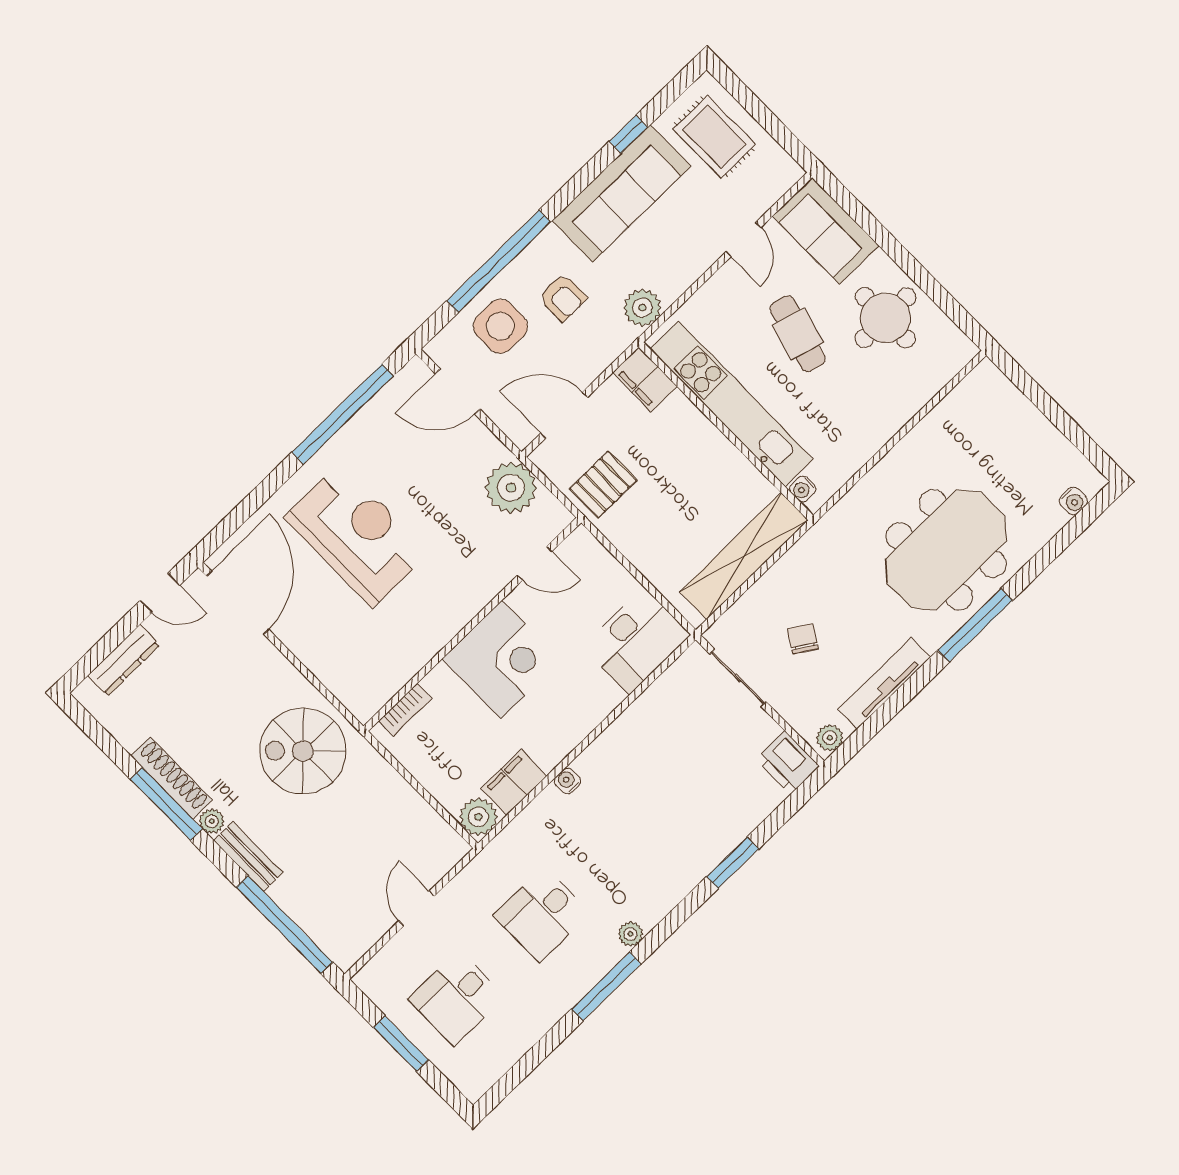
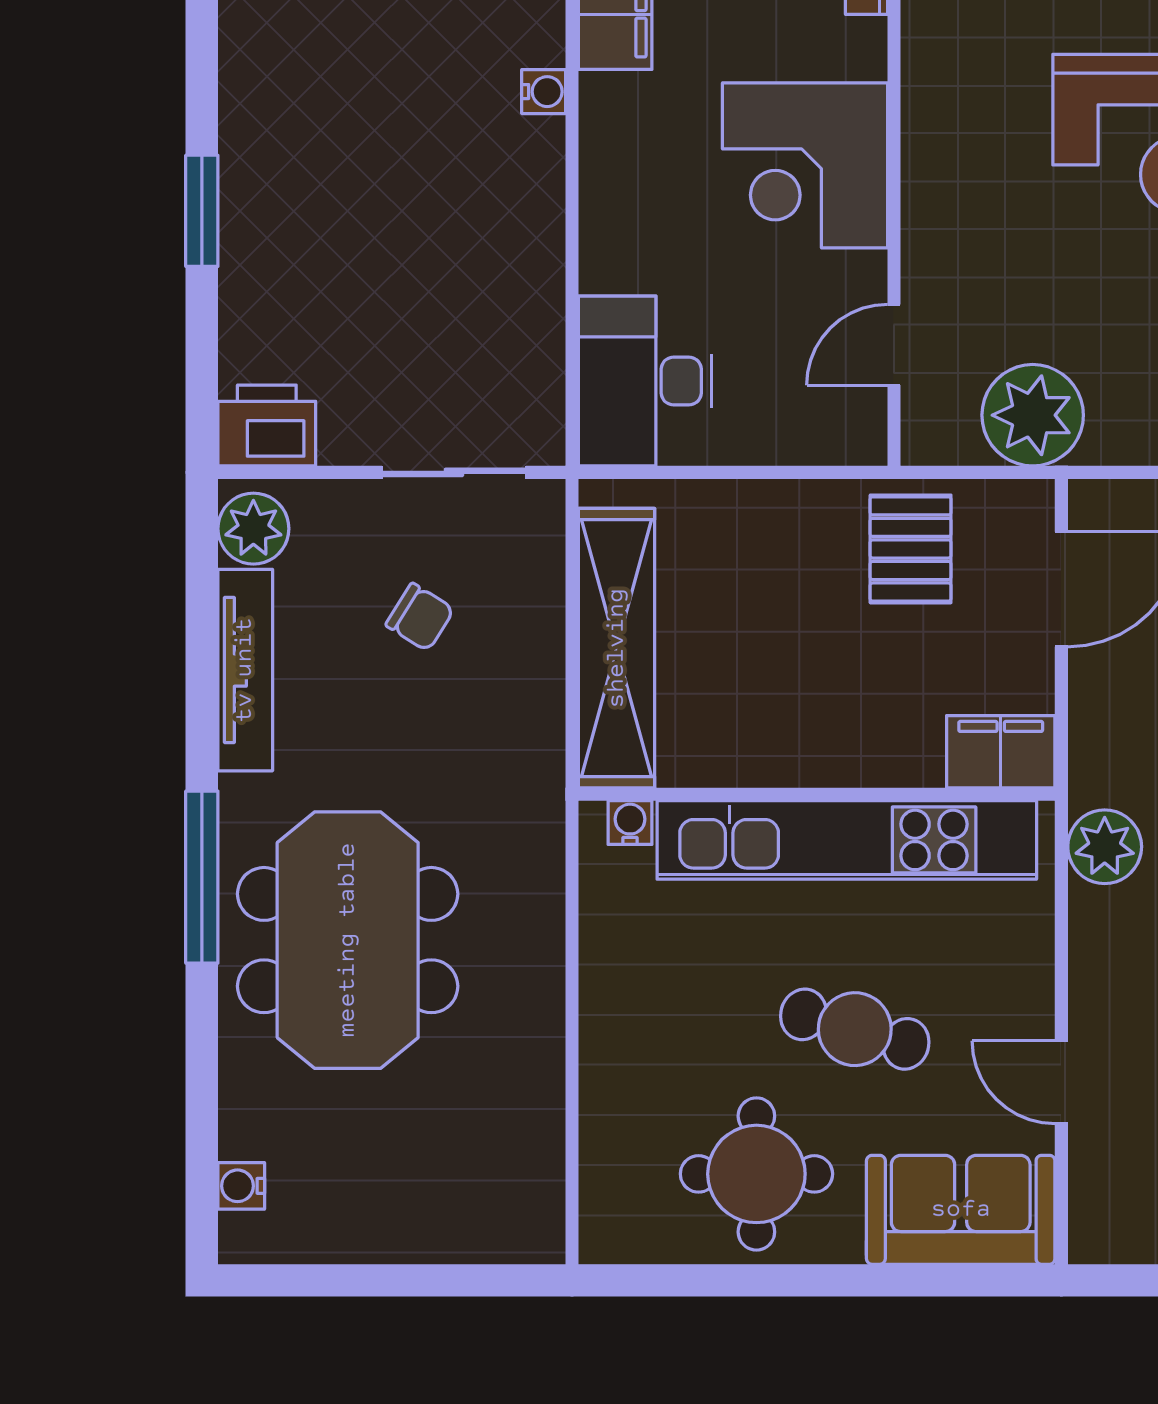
plant: (830, 738) -> (253, 529), width x1.38, depth x1.38

